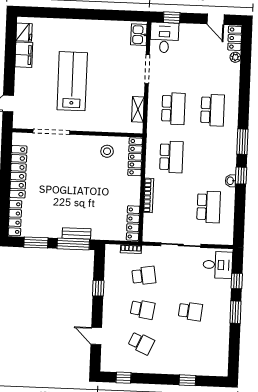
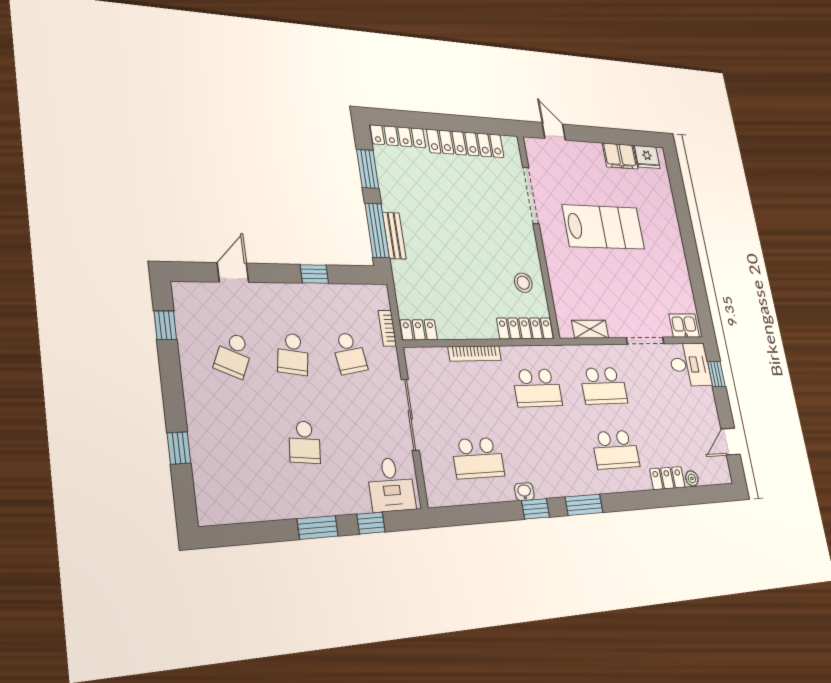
locker: (235, 38) -> (667, 478), moved
locker: (133, 223) -> (419, 330), width x0.66

